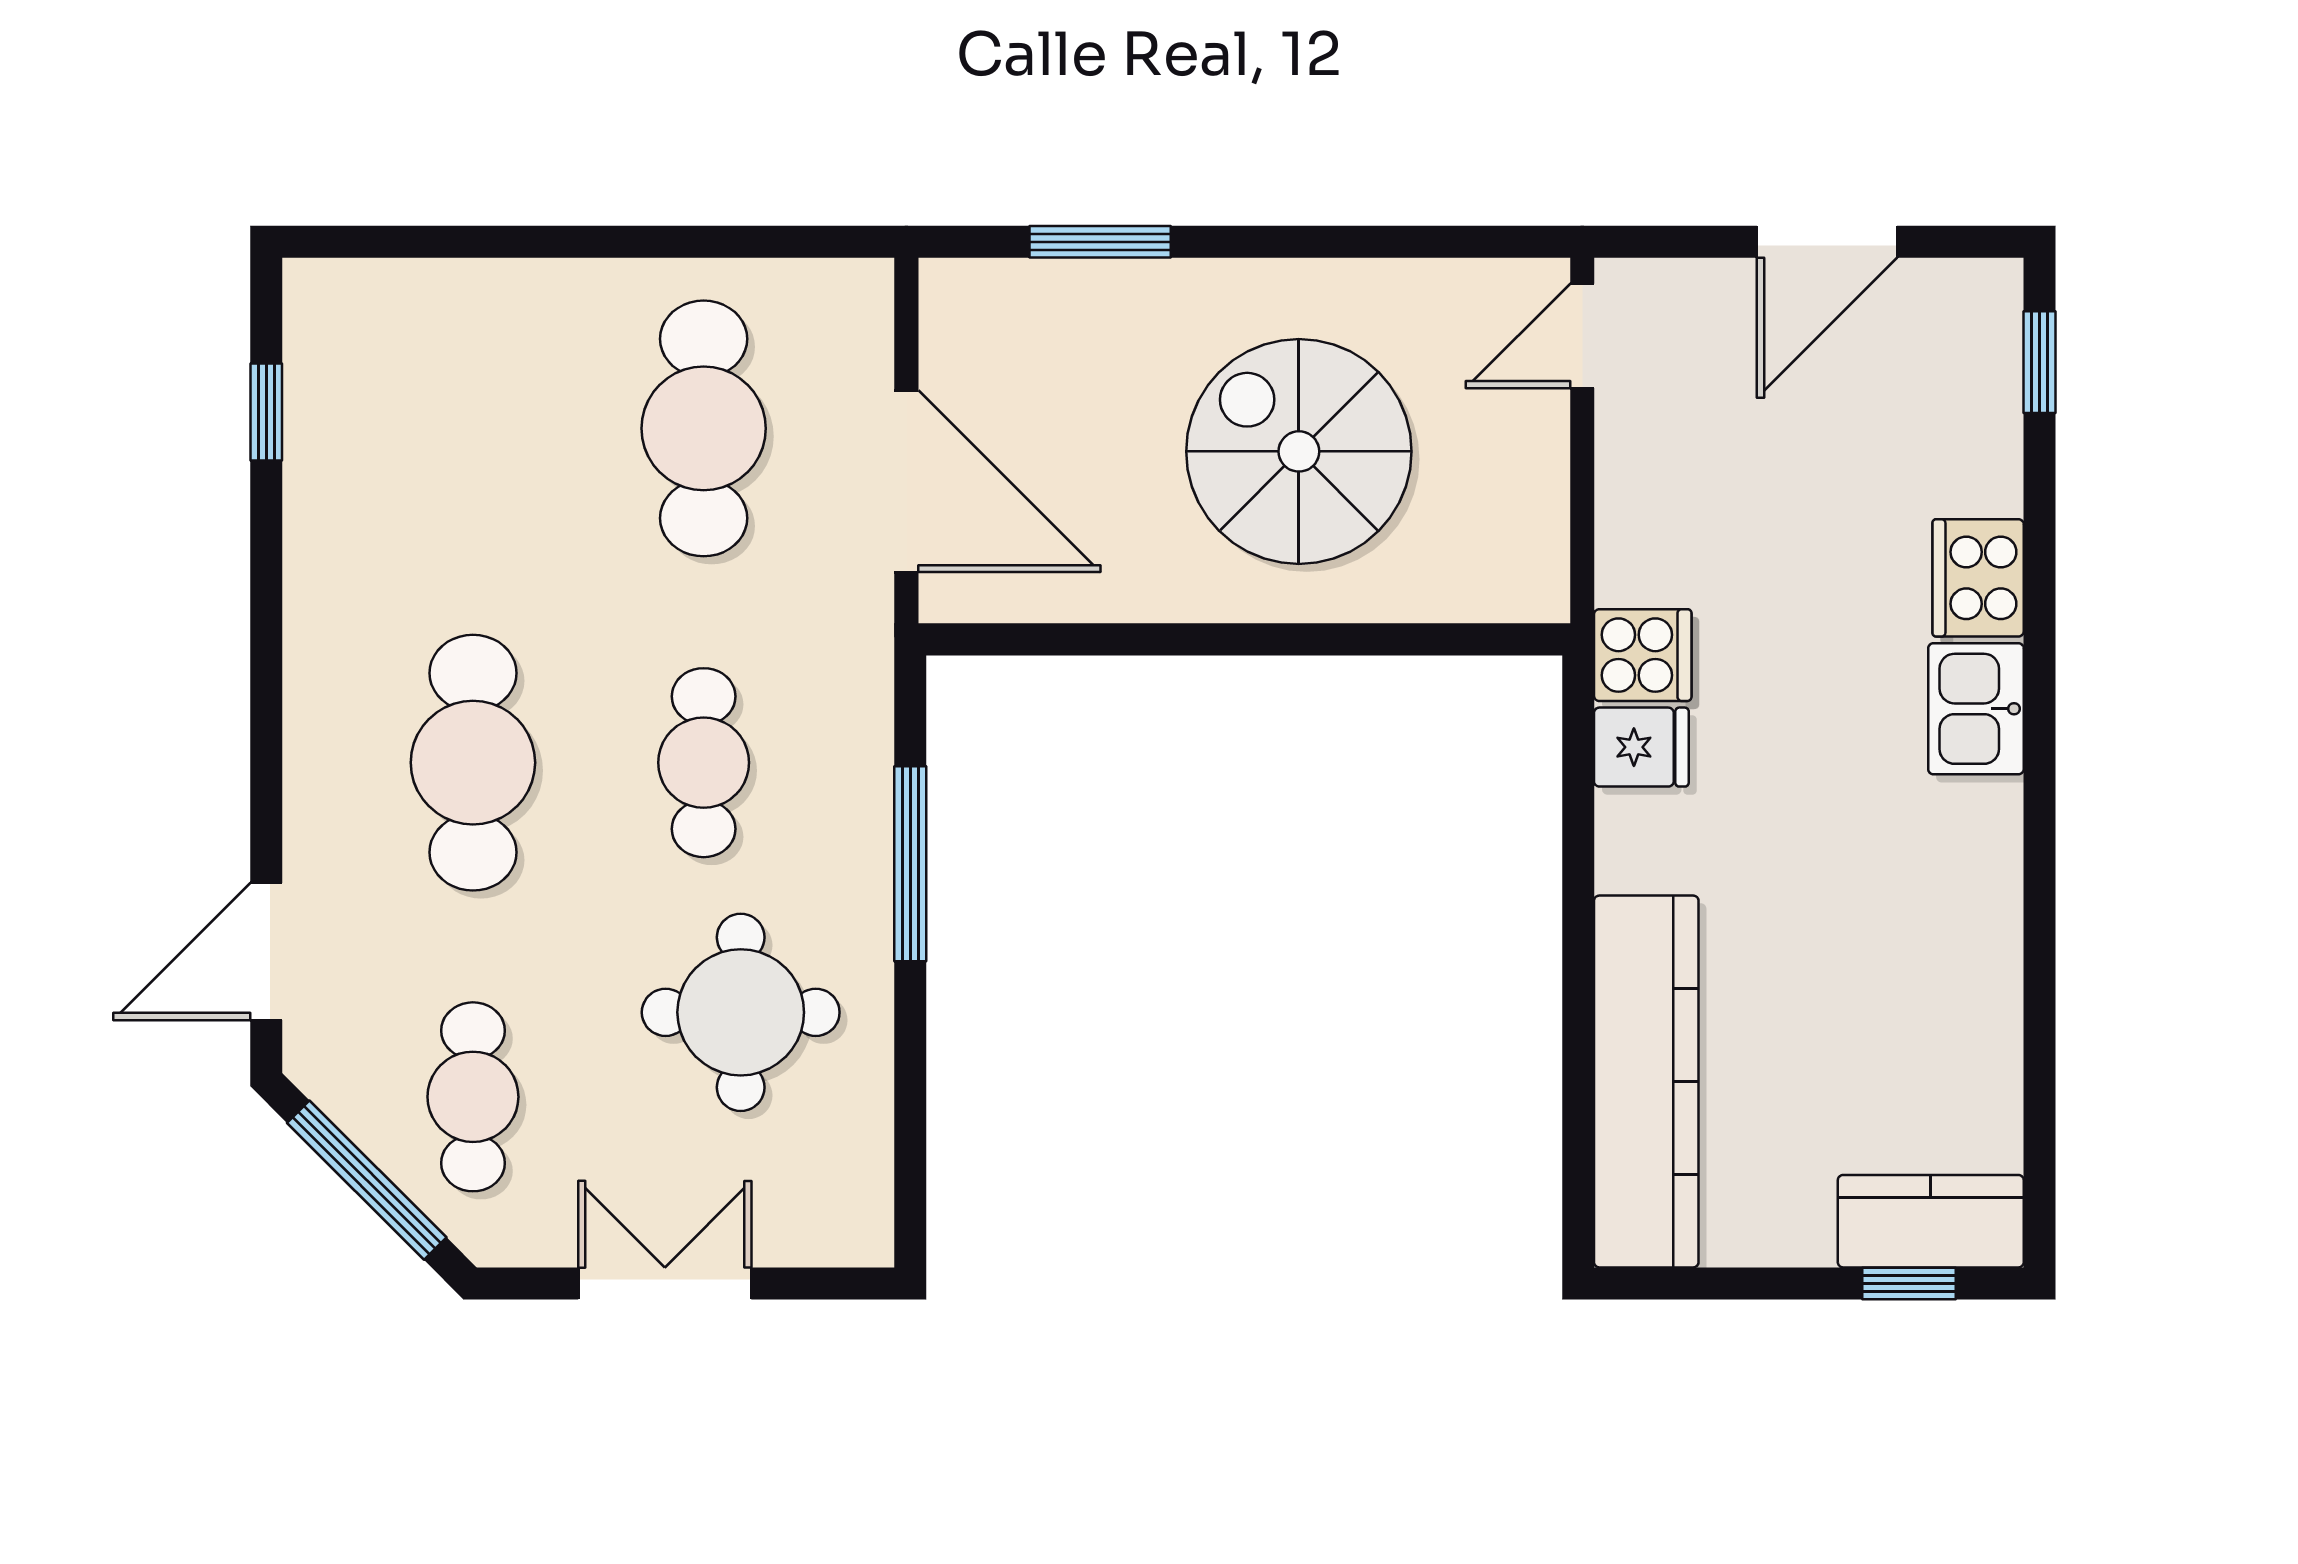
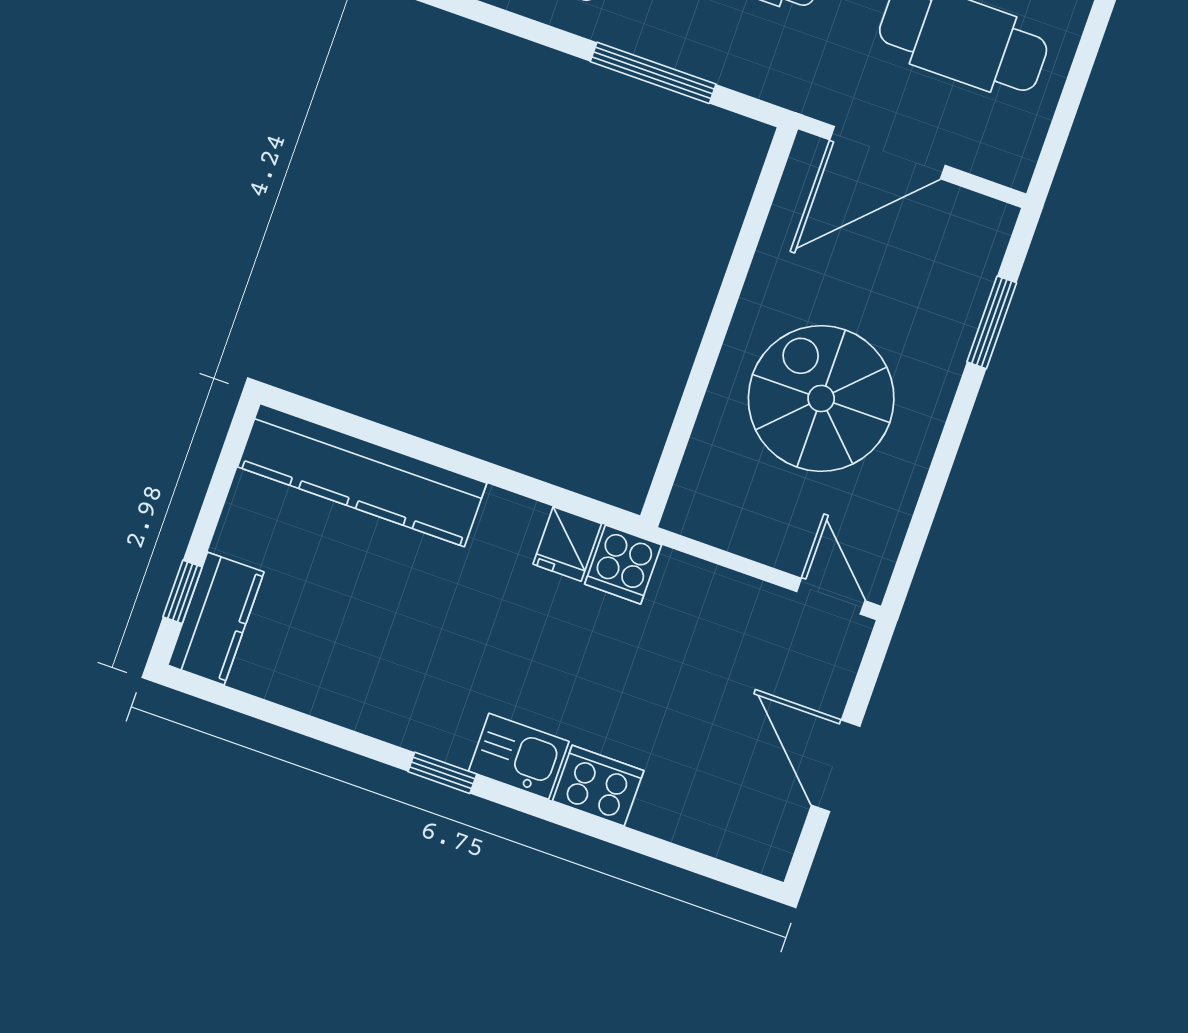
window: (2039, 362) -> (442, 773), moved
spiral stairs: (1299, 451) -> (821, 398), turned -90

